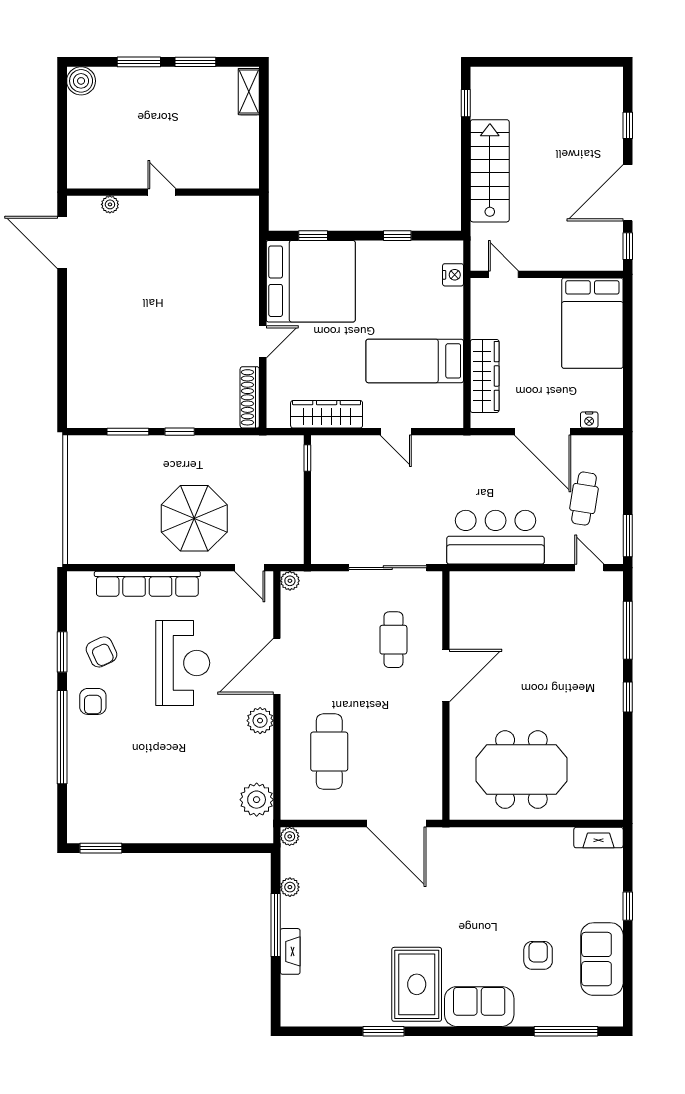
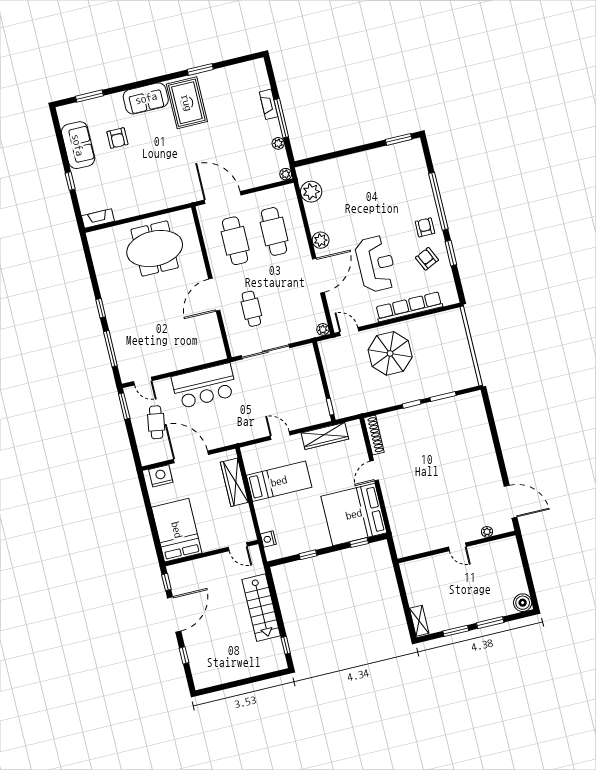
nightstand: (589, 420) -> (161, 476), width x1.89, depth x1.79
reception desk: (183, 663) -> (376, 264), turned 180
cafe table: (393, 752) -> (235, 241), added
window: (566, 1031) -> (89, 96), width x0.69

